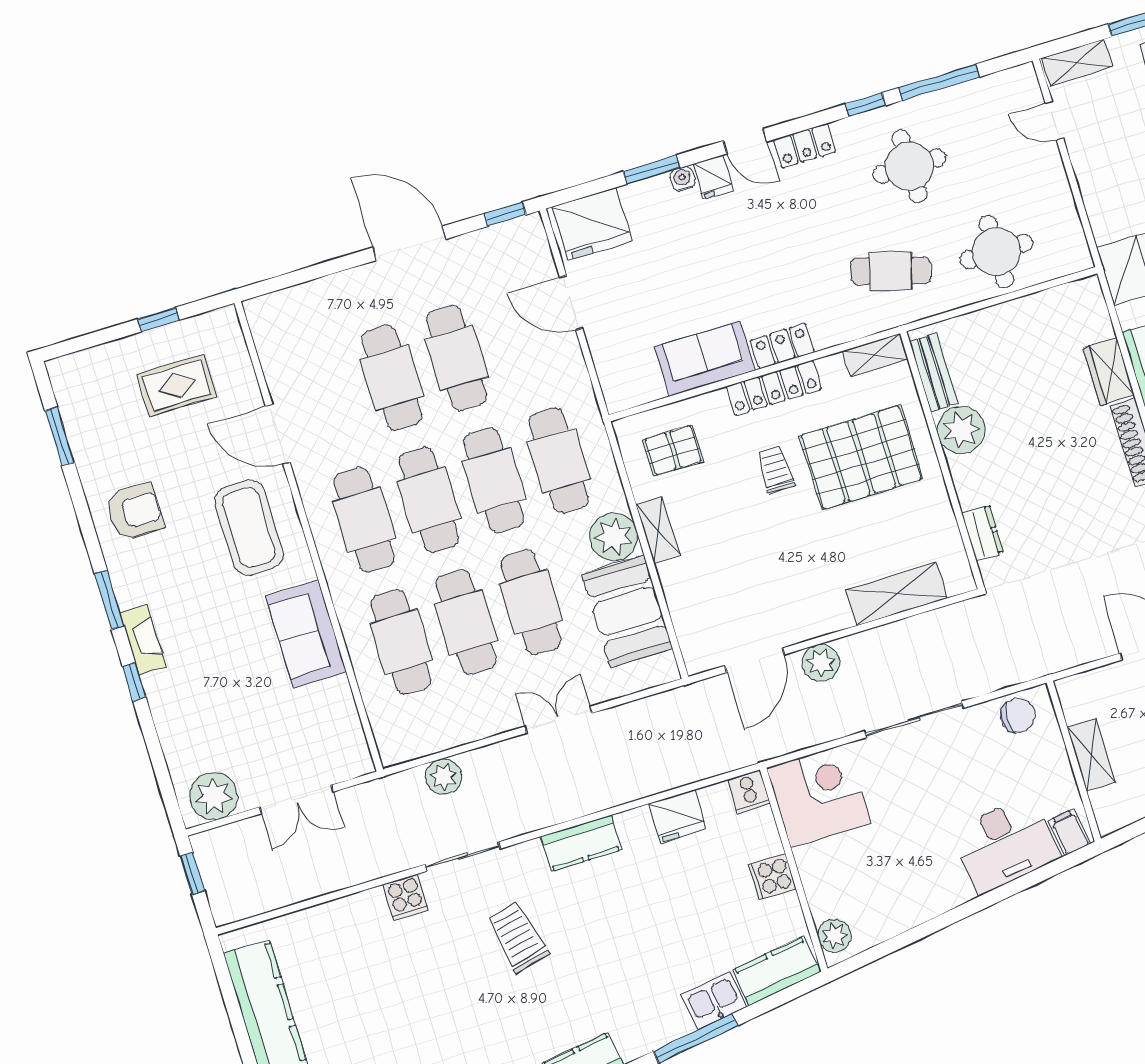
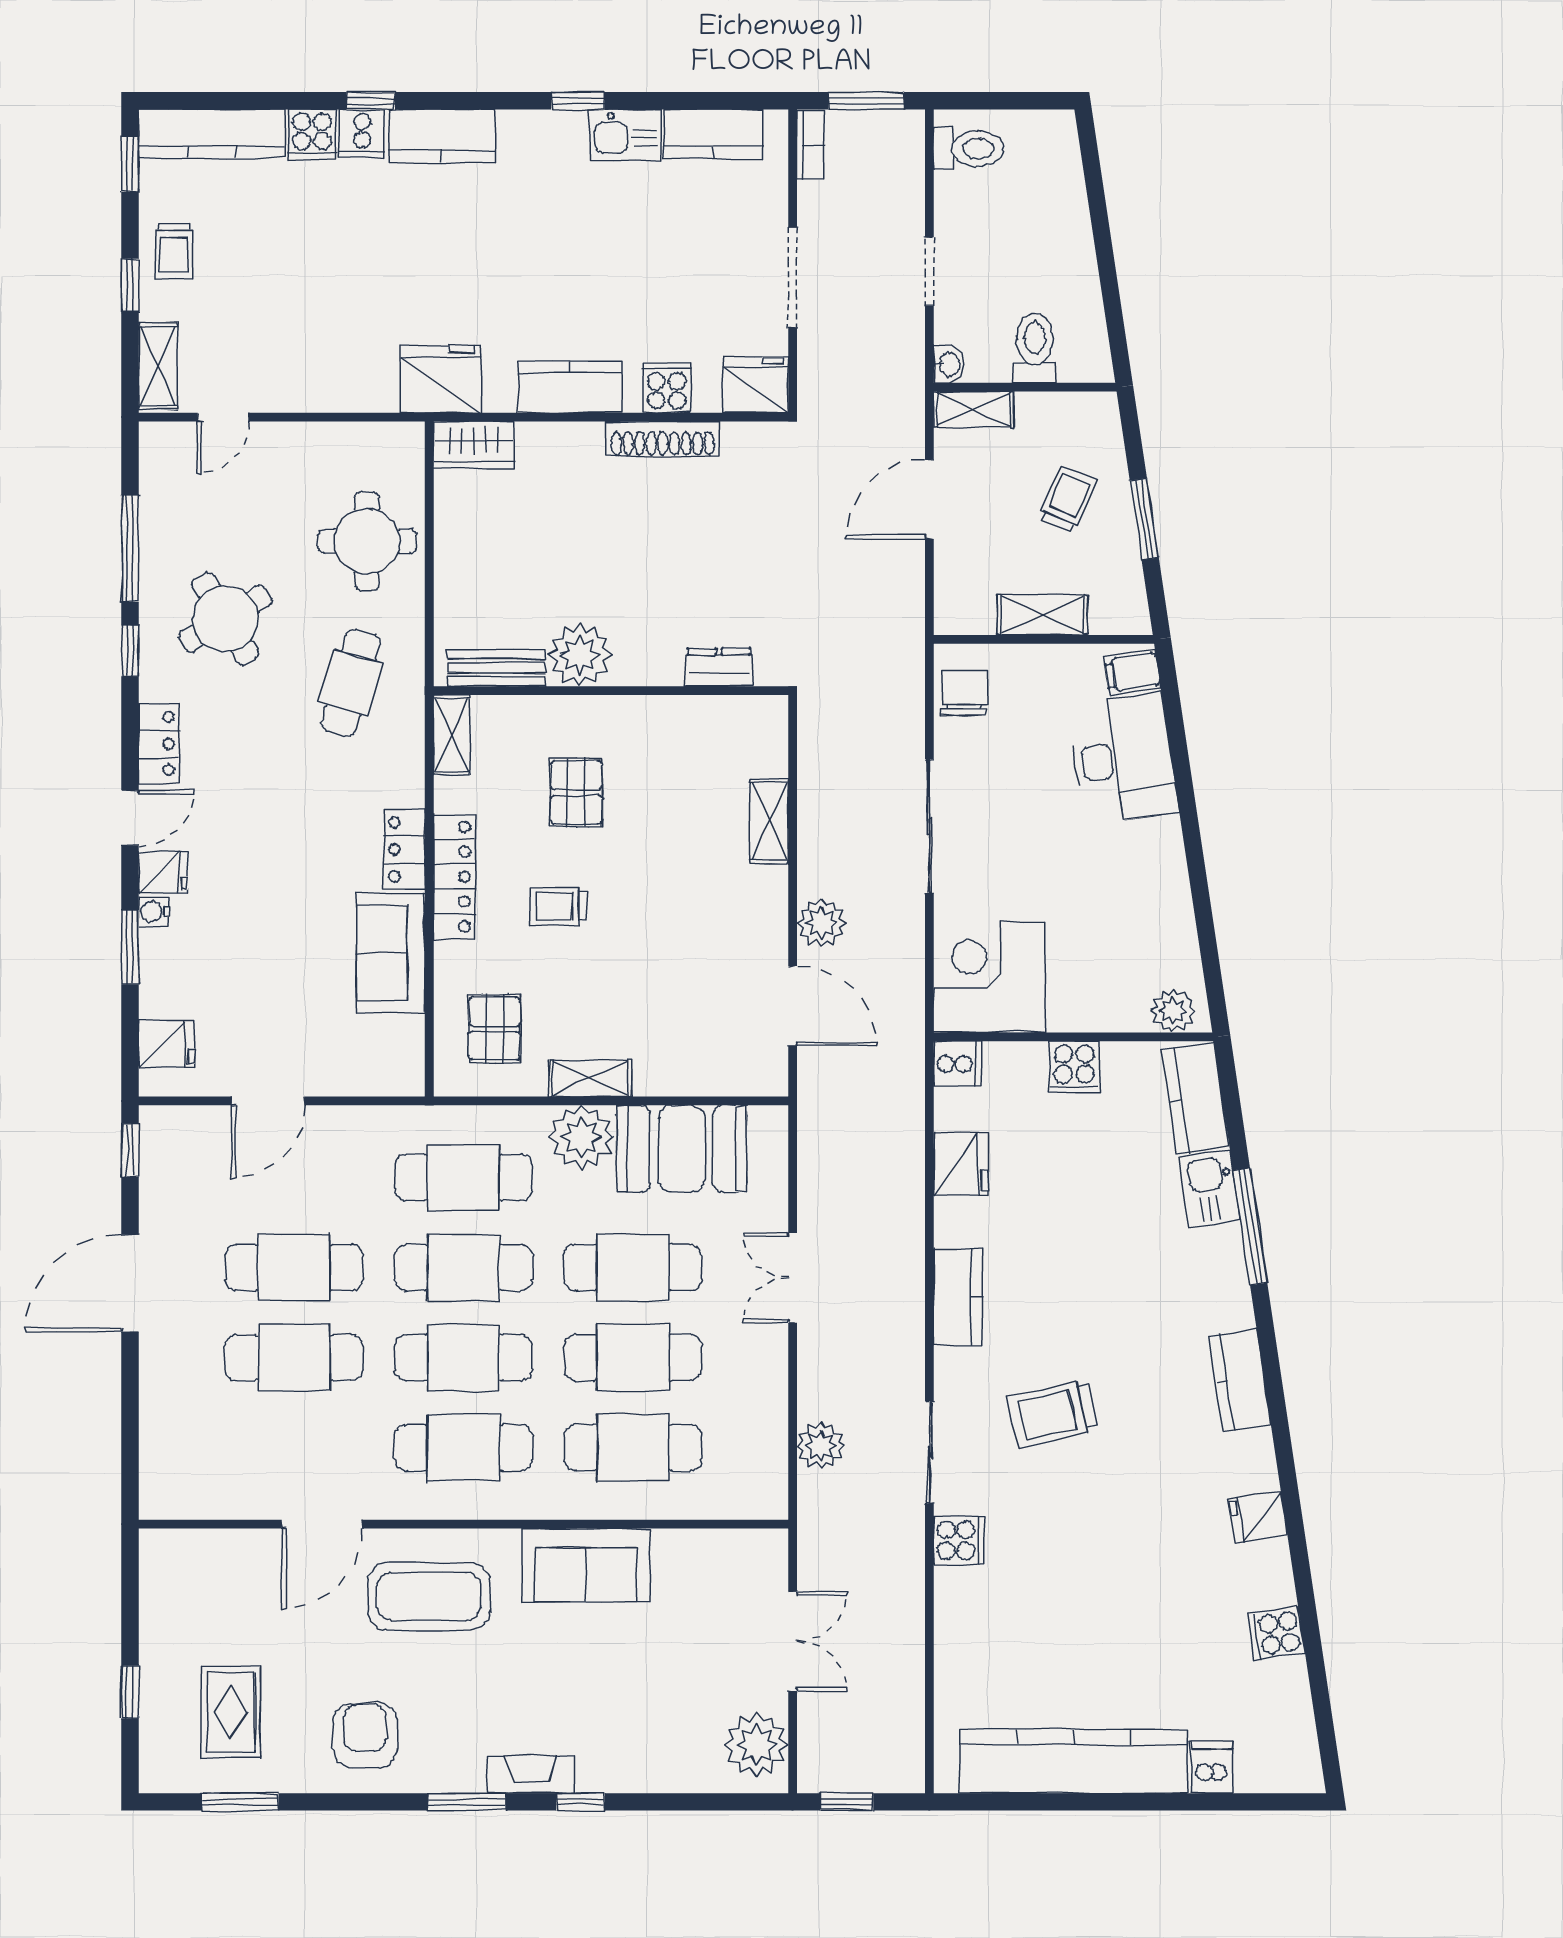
round table: (909, 166) -> (225, 619), turned -31
fridge: (592, 224) -> (167, 1044), width x0.53, depth x0.75
window: (158, 320) -> (130, 1692), moved
wardrobe: (1109, 371) -> (474, 445), moved
rug: (177, 385) -> (231, 1713), moved
pallet: (861, 457) -> (576, 792), width x0.49, depth x0.50
shelving: (897, 594) -> (769, 821), width x0.67, depth x0.75

